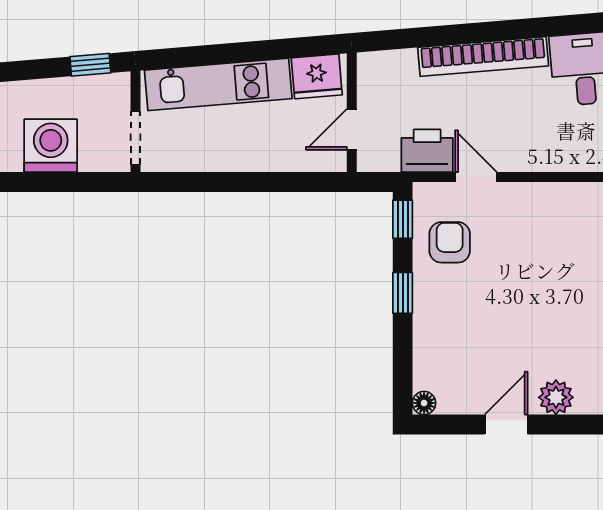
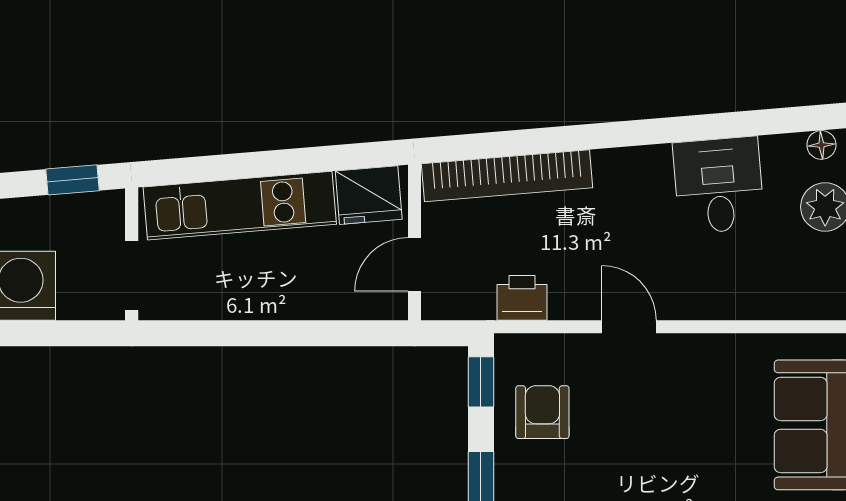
bookcase: (483, 57) -> (507, 176), moved
printer: (427, 151) -> (522, 298), width x0.73, depth x0.81
door: (476, 177) -> (629, 327), moved

